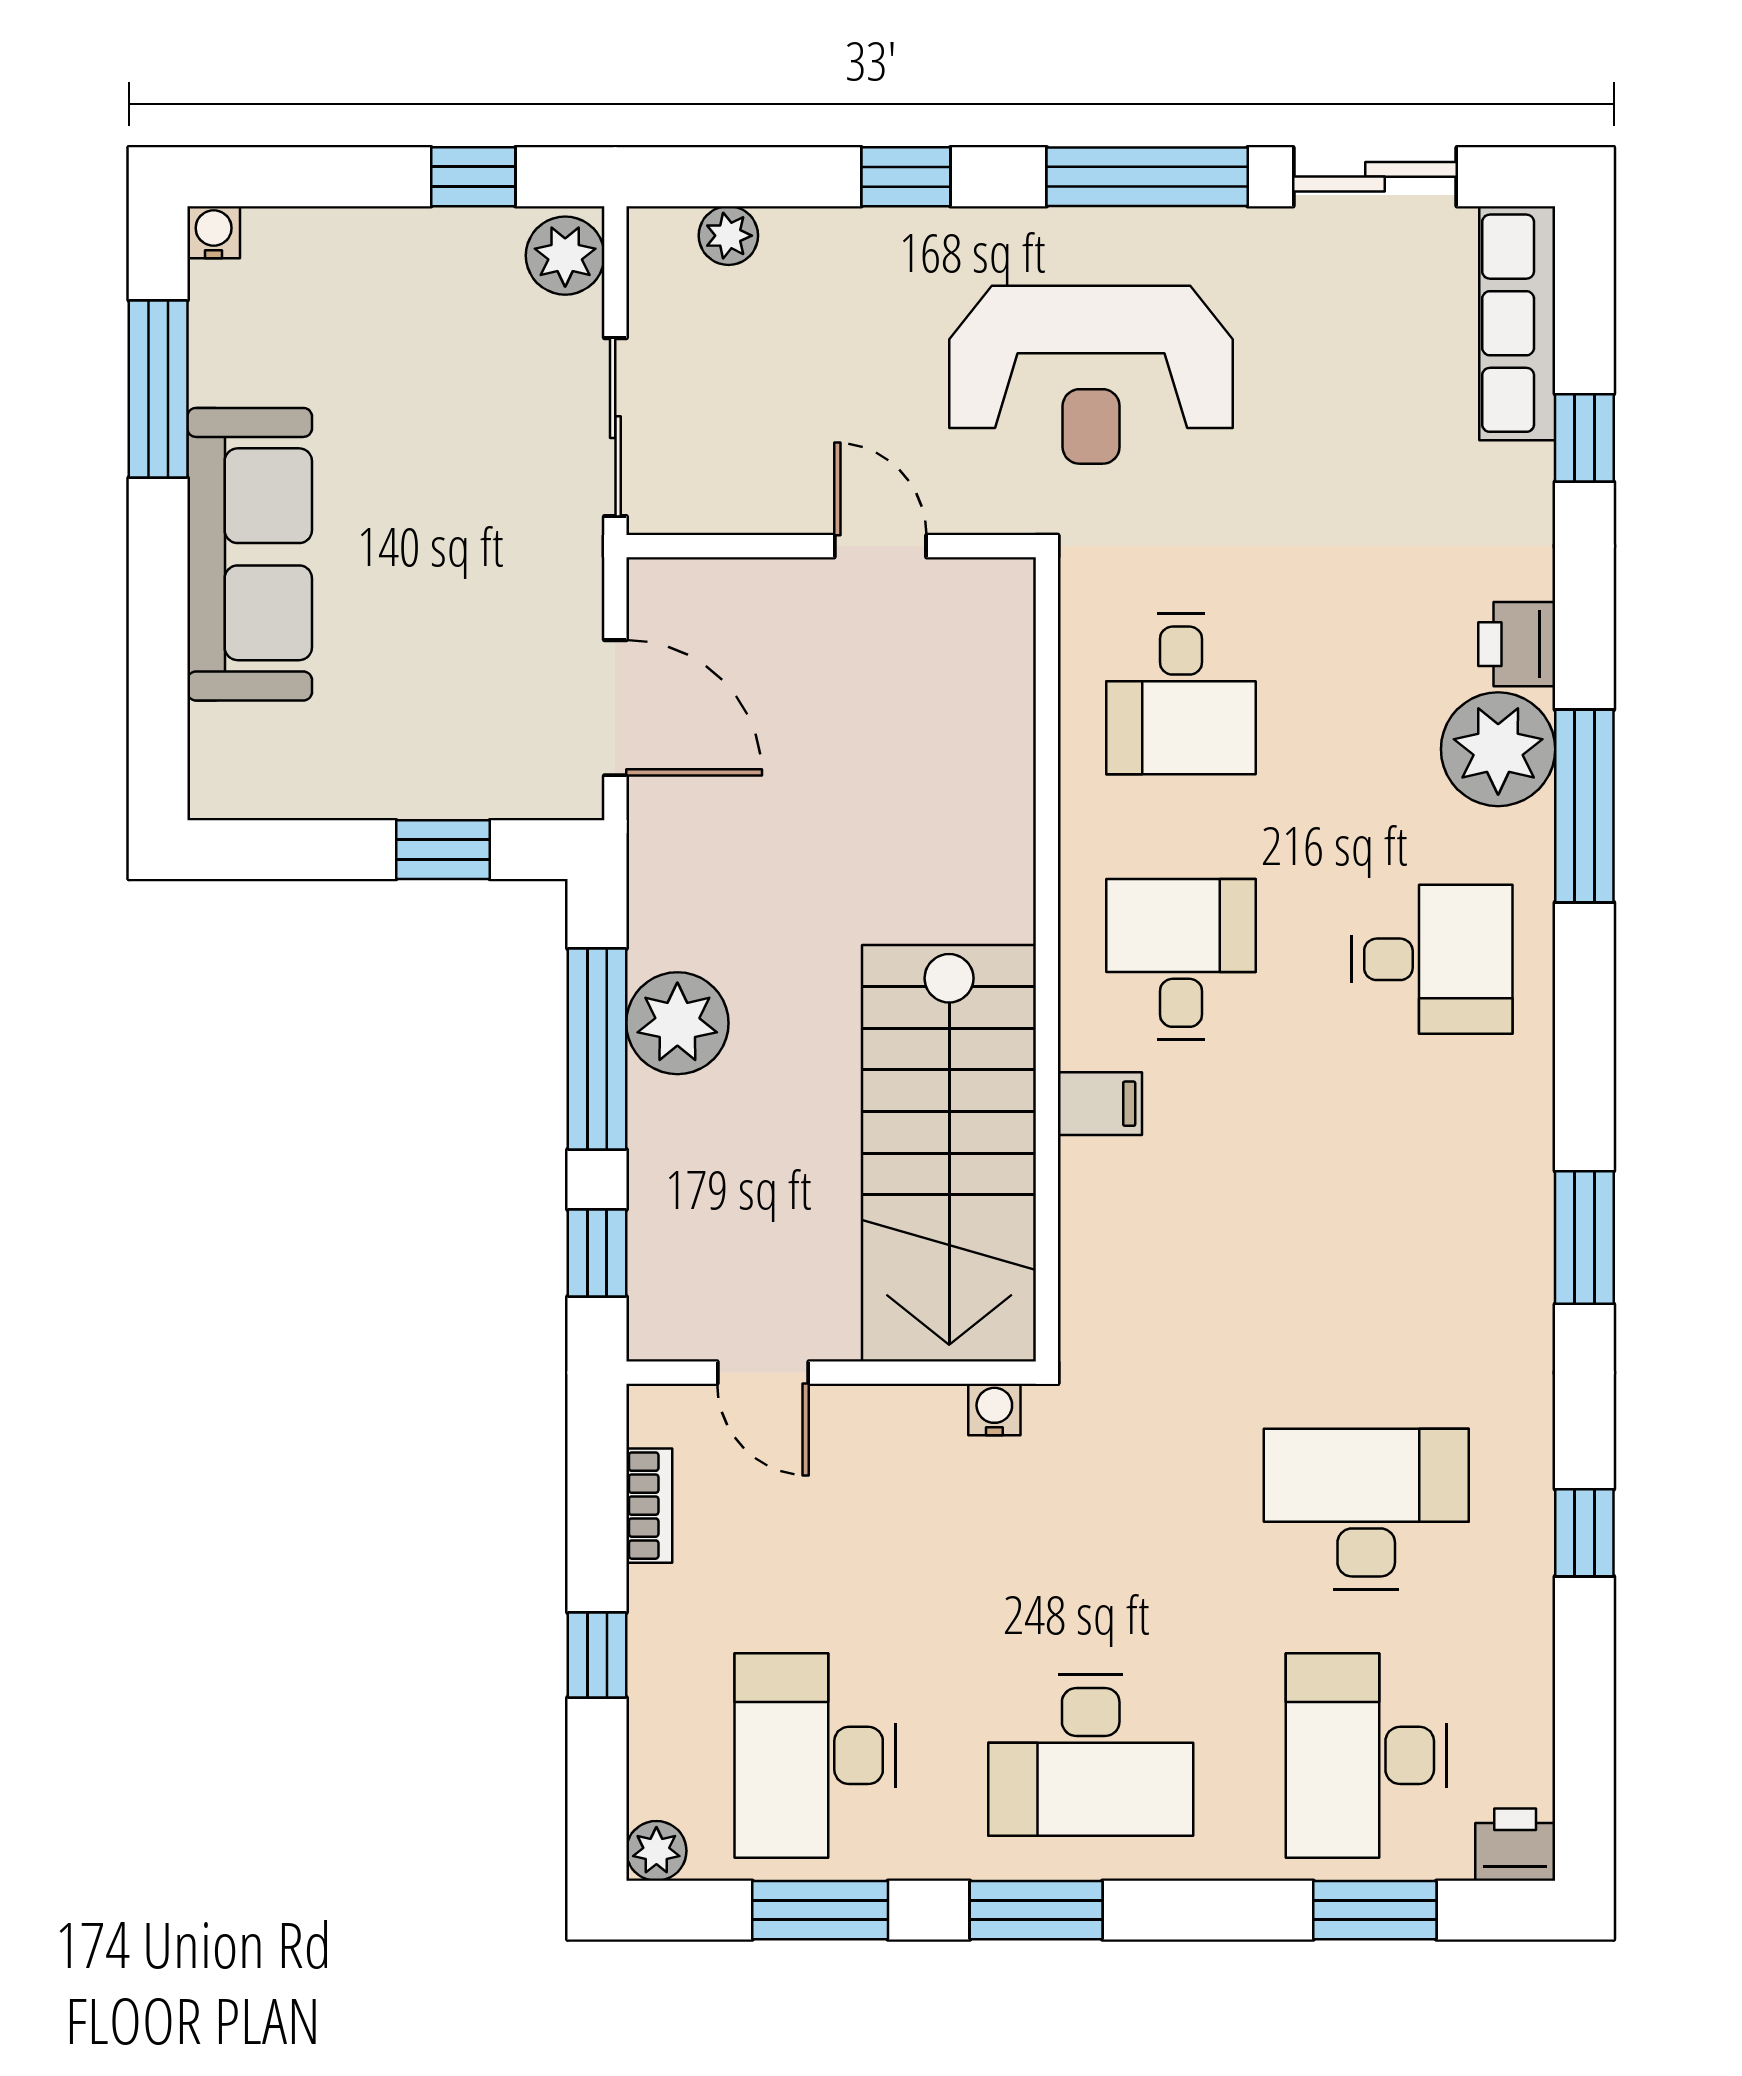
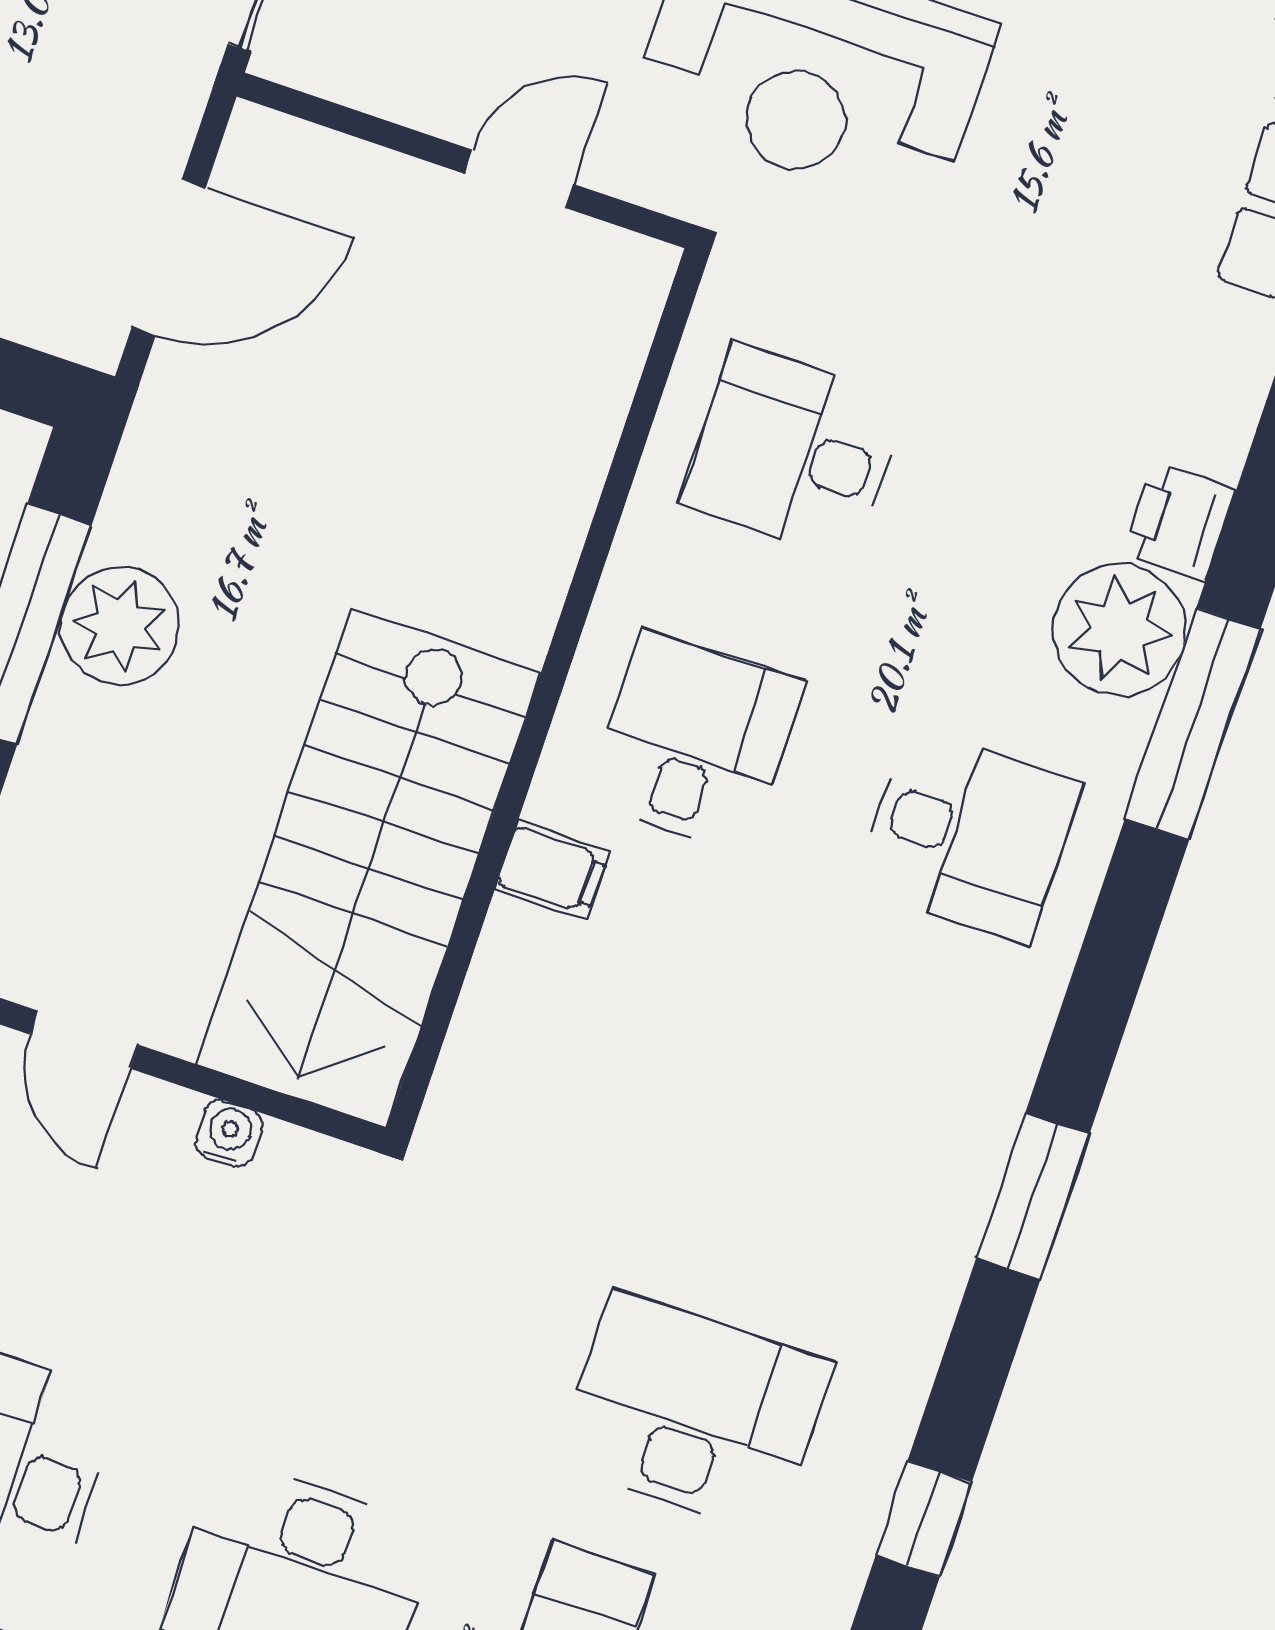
door: (880, 546) -> (519, 179), hinge flipped
desk: (1181, 694) -> (793, 452), turned 90
door: (615, 708) -> (169, 257), hinge flipped
water cooler: (994, 1409) -> (229, 1134), moved

